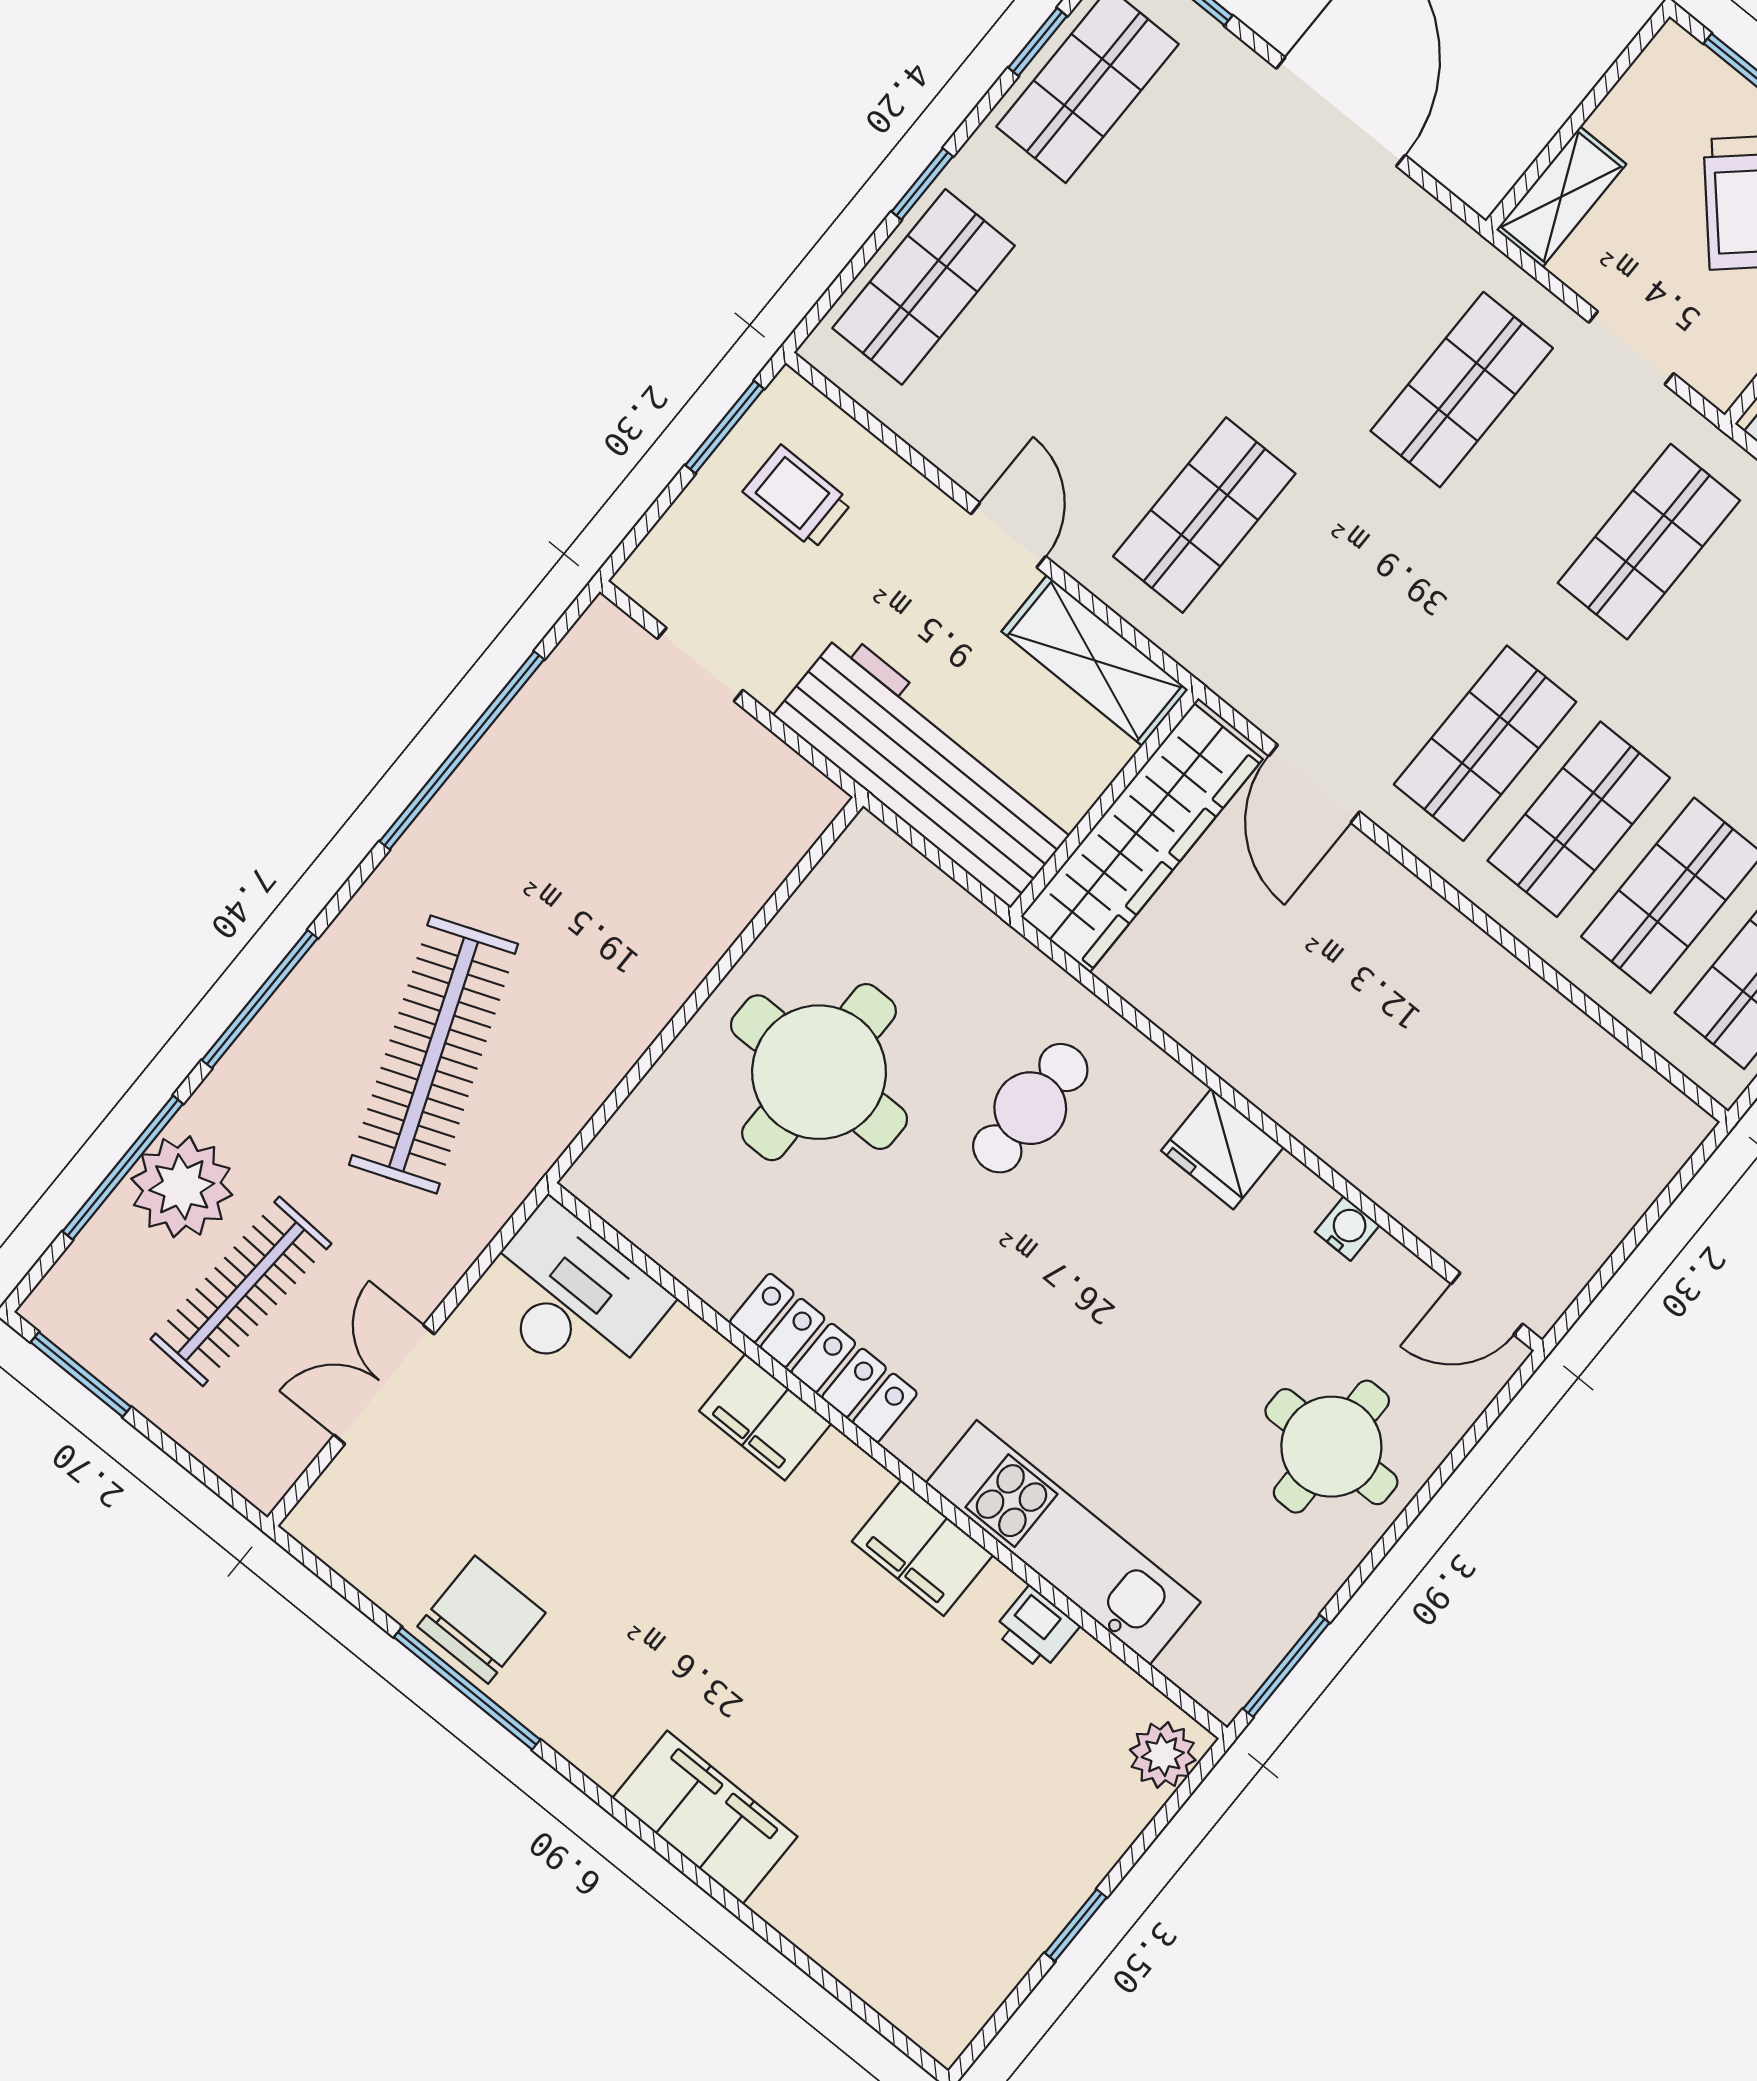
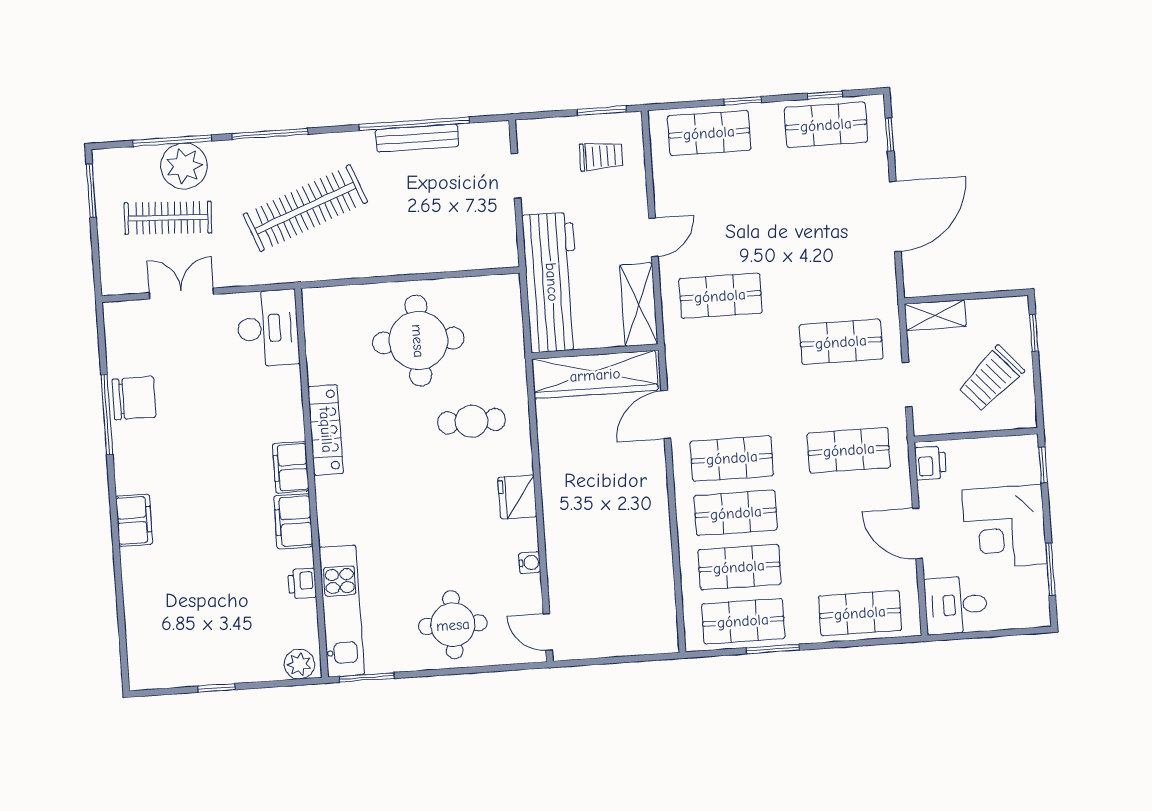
trolley: (797, 497) -> (601, 156), turned 90
bench: (489, 767) -> (417, 138), added
filing cabinet: (765, 1417) -> (291, 467), moved
kitchen unit: (1063, 1543) -> (342, 611), moved
filing cabinet: (705, 1817) -> (134, 520), width x0.67, depth x0.86

